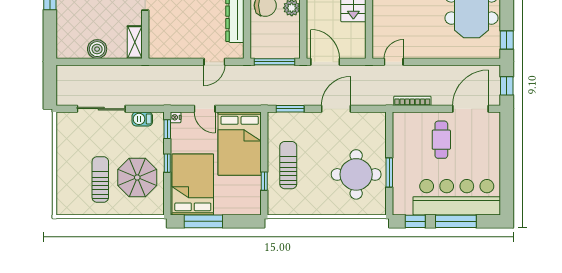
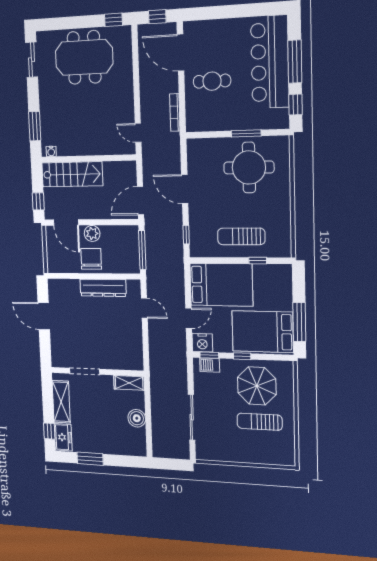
window: (290, 109) -> (186, 235), width x0.67
nightstand: (176, 117) -> (202, 343), width x1.89, depth x1.79
barbecue: (142, 119) -> (210, 365), moved, turned 90

